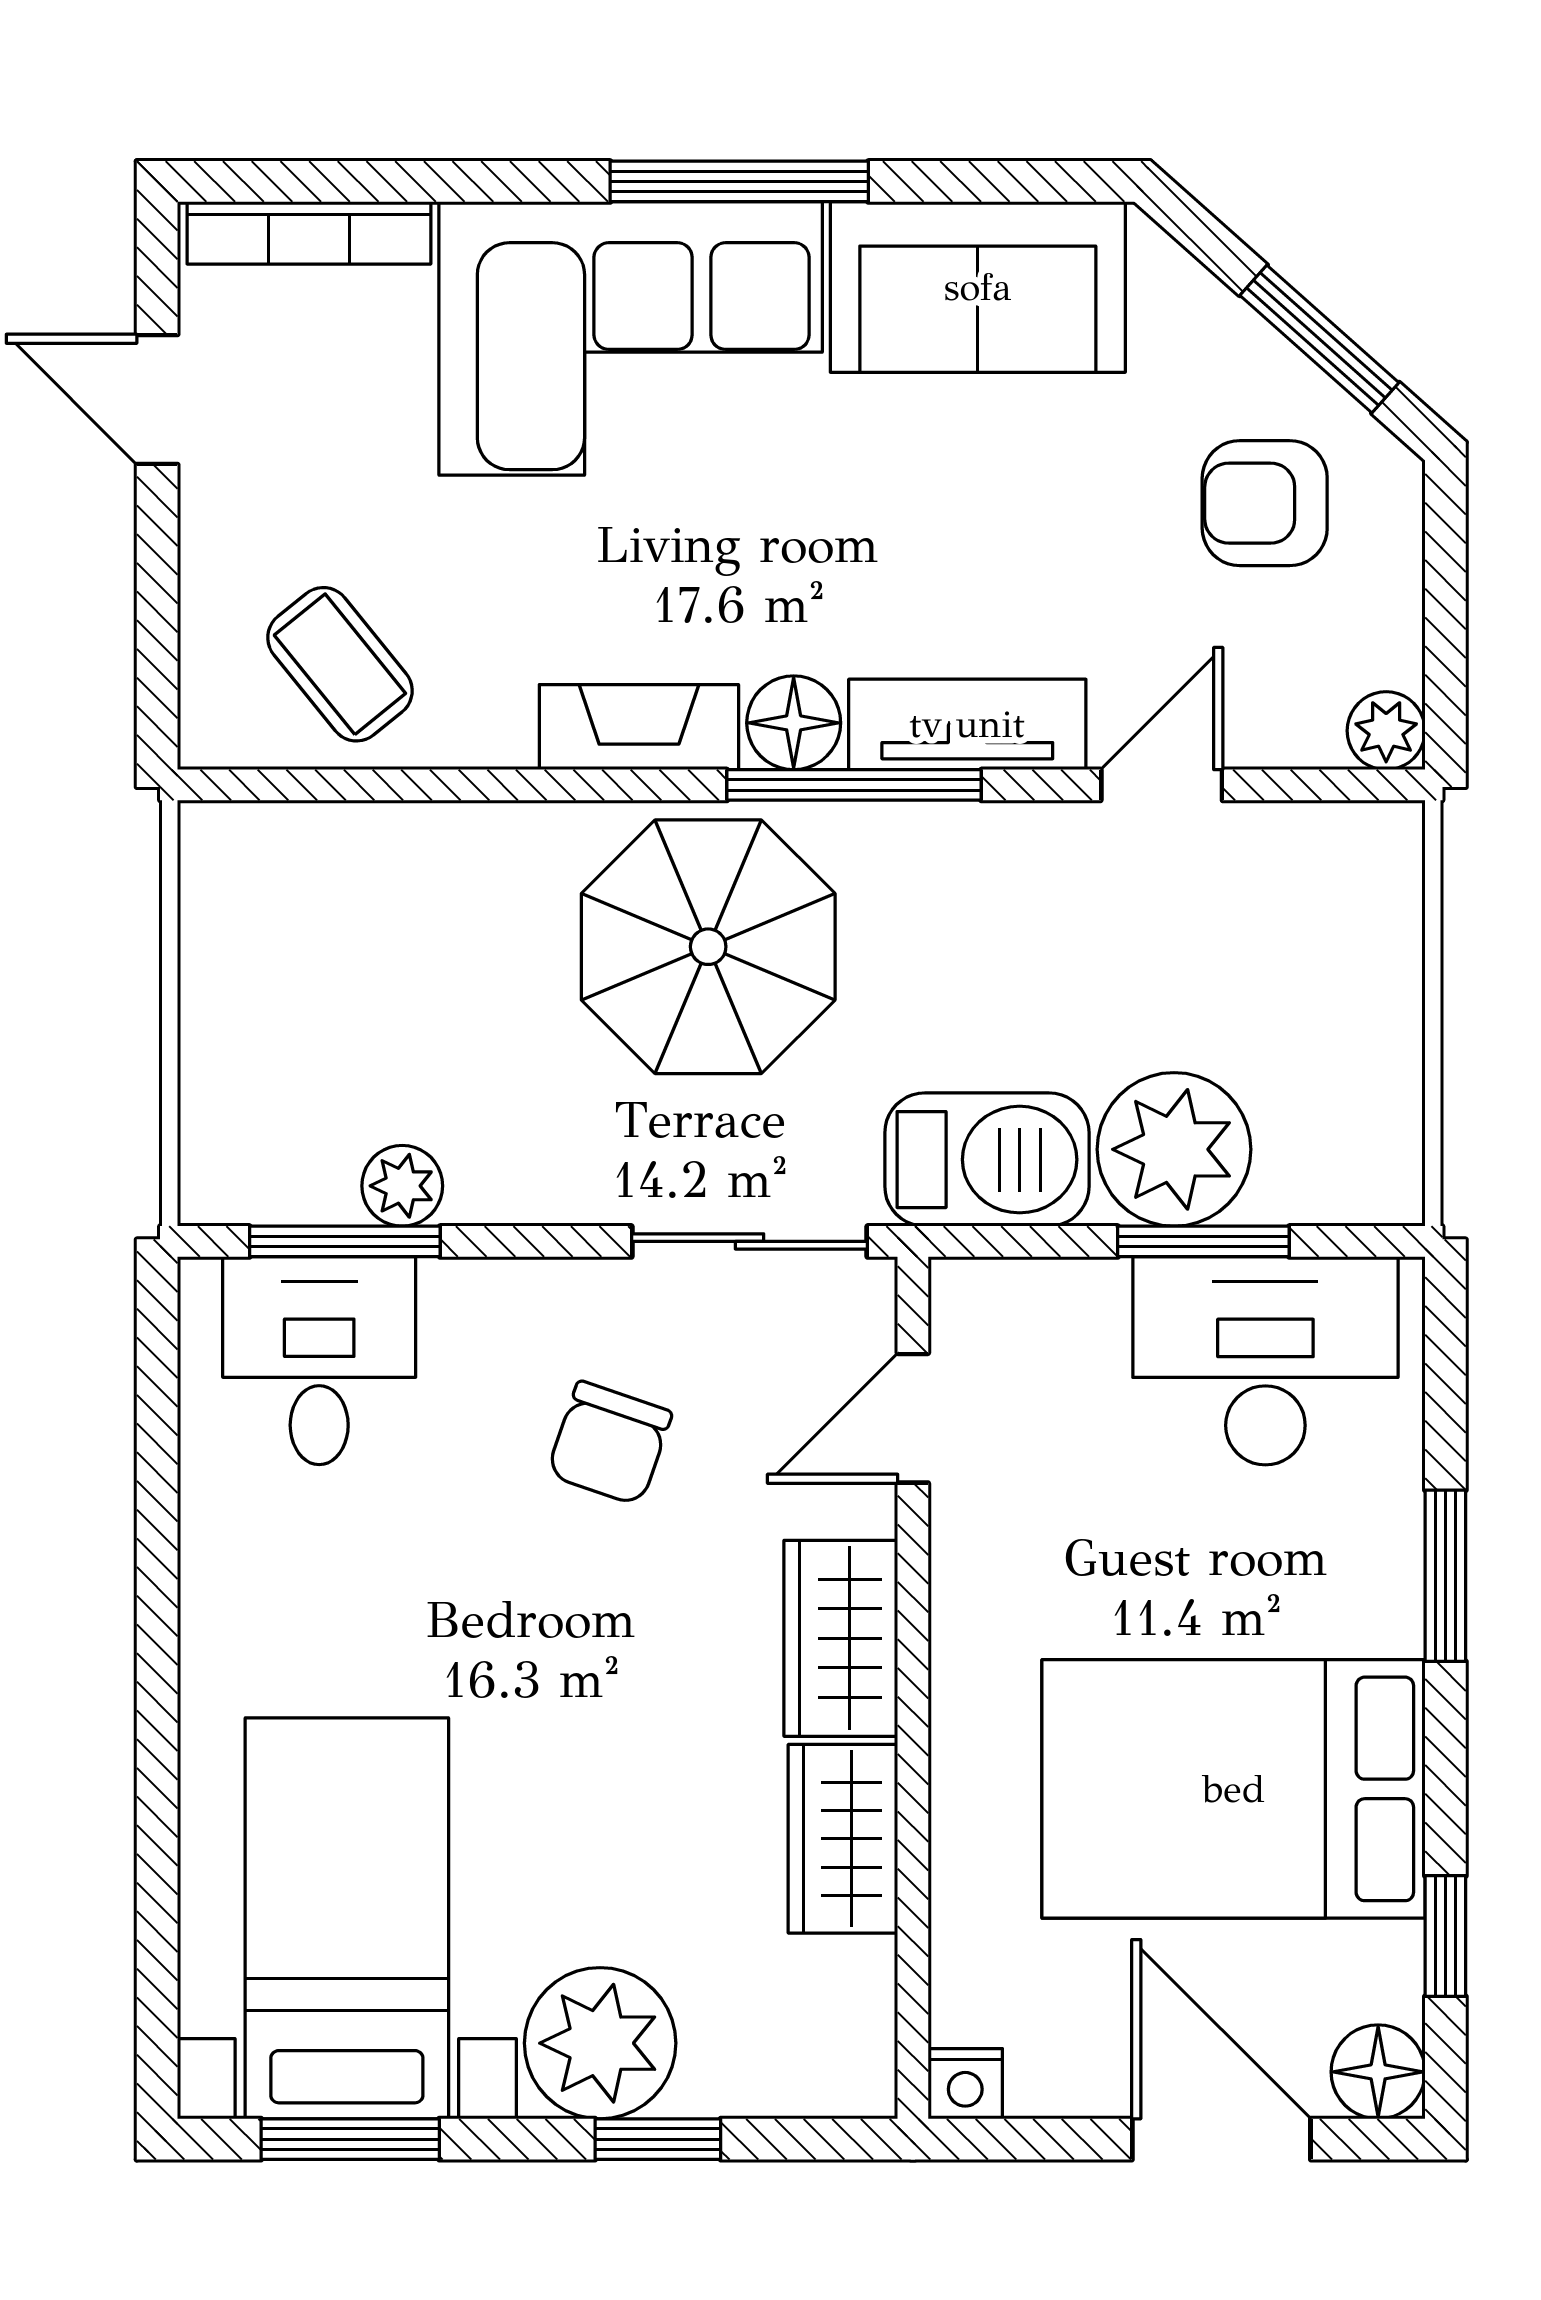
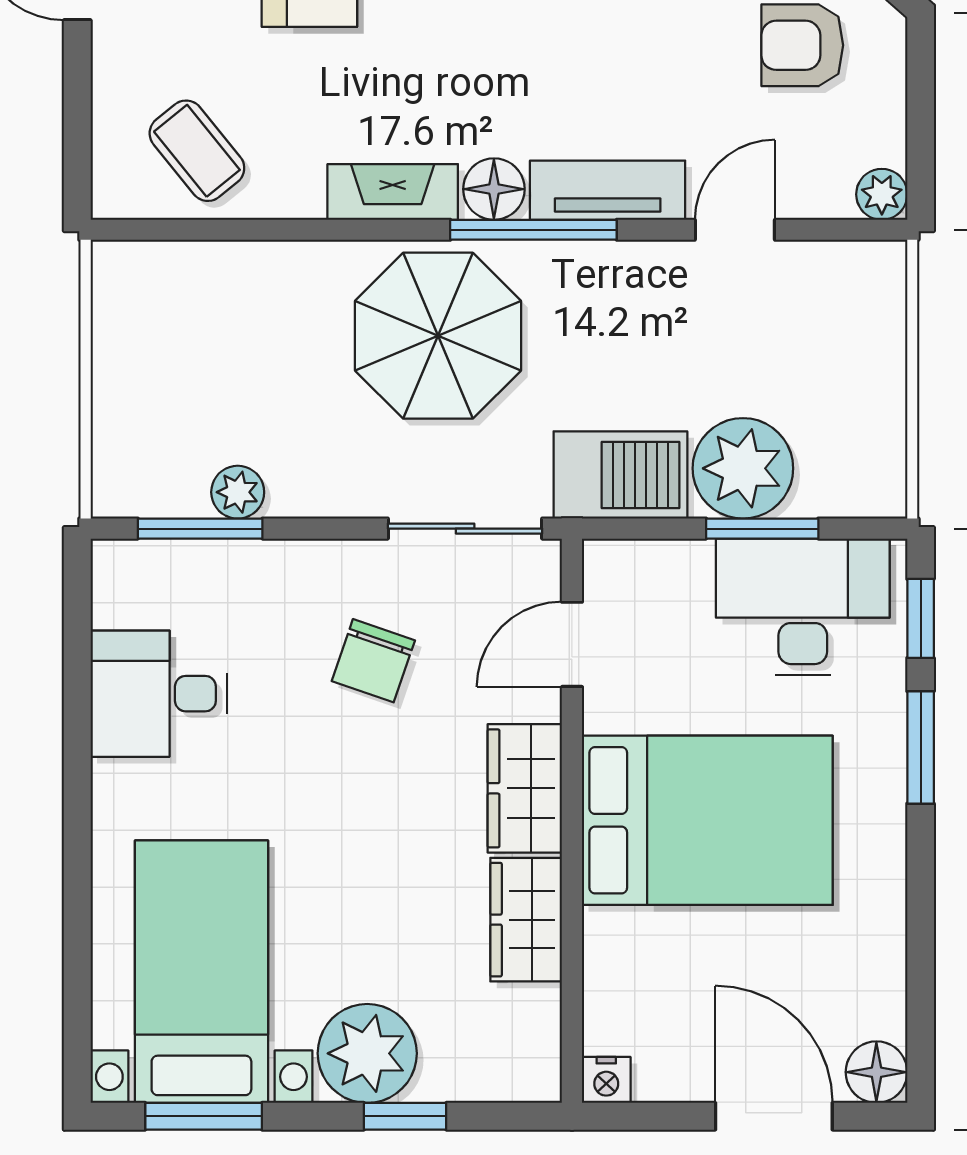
desk: (319, 1361) -> (159, 694), moved, turned -90
bed: (1234, 1789) -> (707, 820), moved, turned 180
window: (1445, 1936) -> (921, 618), moved

